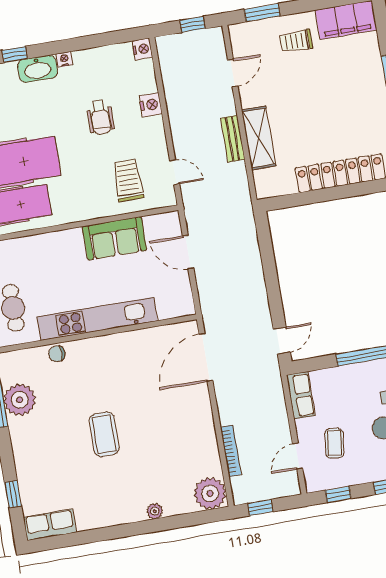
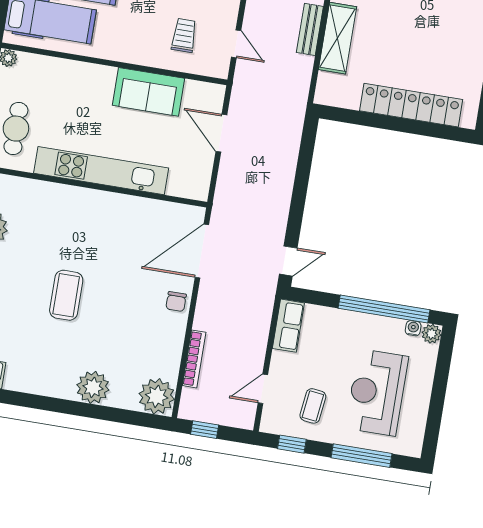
trolley: (128, 180) -> (184, 35), width x0.73, depth x0.72
chair: (57, 354) -> (176, 302), moved, turned -90
coffee table: (334, 443) -> (313, 406), moved
plant: (155, 511) -> (93, 387), width x1.88, depth x1.88

